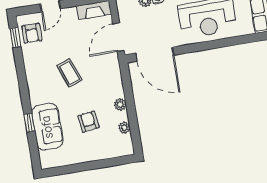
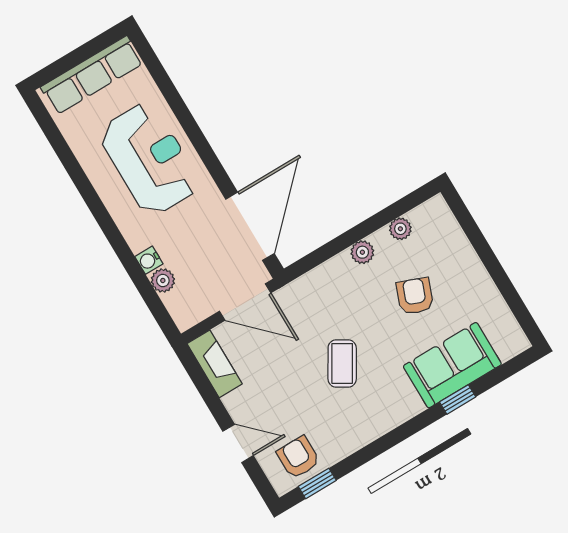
armchair: (32, 33) -> (298, 457), turned -90
coffee table: (69, 73) -> (342, 363), turned -39
armchair: (88, 122) -> (415, 296), turned 119

